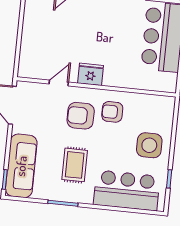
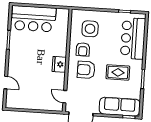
door: (59, 83) -> (65, 97), moved
armchair: (81, 116) -> (86, 70), turned 90
side table: (149, 145) -> (90, 29), moved

